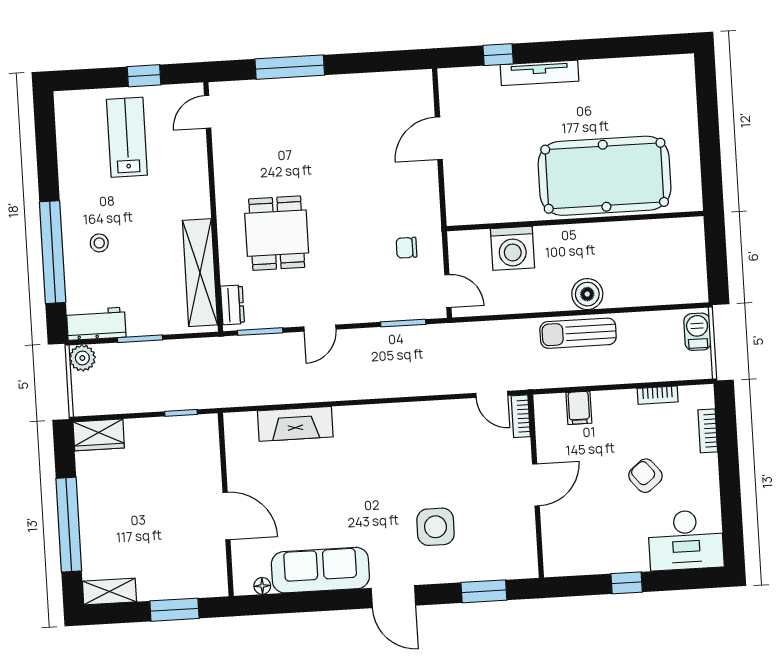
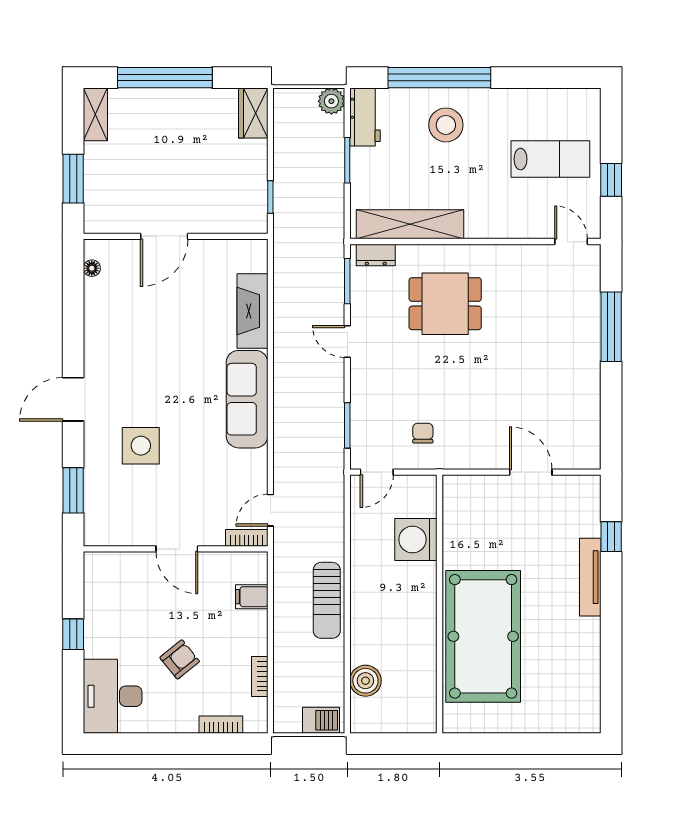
stool: (99, 243) -> (446, 125), width x1.89, depth x1.89
boiler: (587, 294) -> (365, 681), moved
sun lounger: (578, 333) -> (327, 600), turned 180
sofa: (320, 570) -> (247, 399), moved, turned 180

